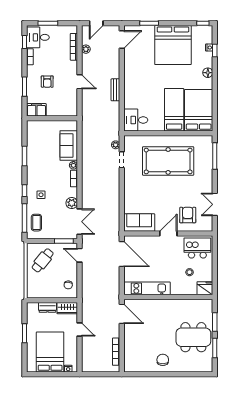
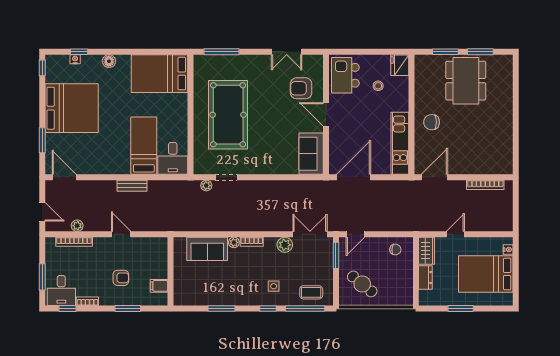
door: (79, 82) -> (121, 234), hinge flipped
filing cabinet: (36, 110) -> (159, 286), width x0.50
bed: (174, 110) -> (144, 146), moved, turned 90
chair: (163, 360) -> (432, 122), moved

